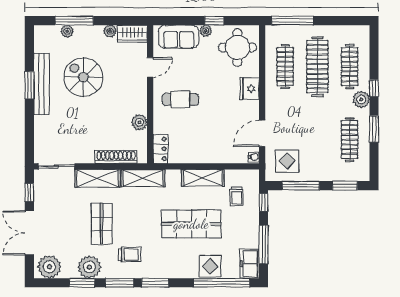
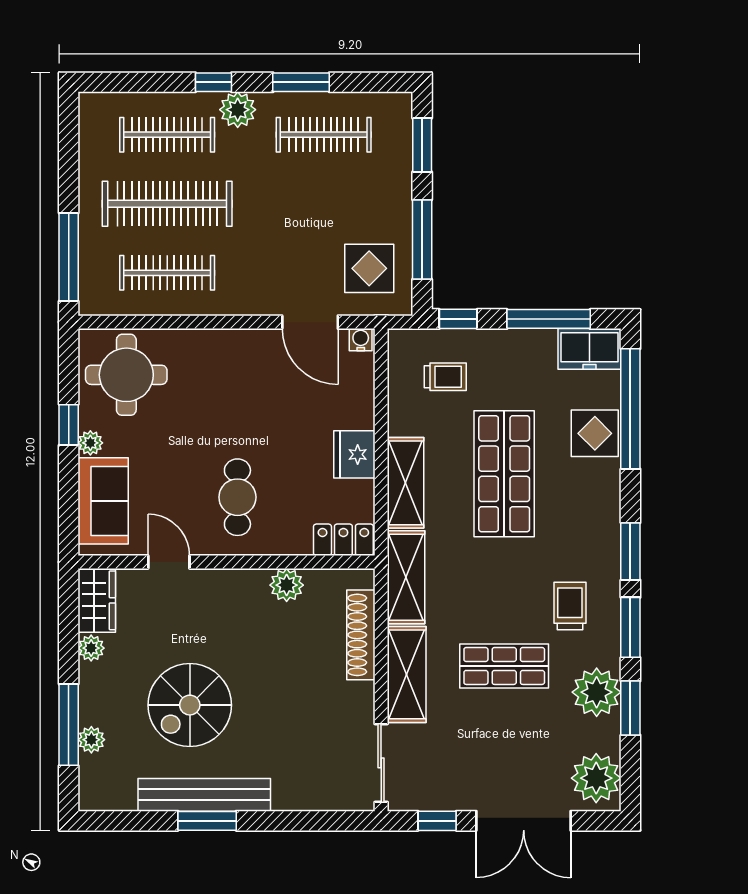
fridge: (250, 89) -> (354, 454), moved, turned 90
shelving: (203, 178) -> (406, 483), moved

